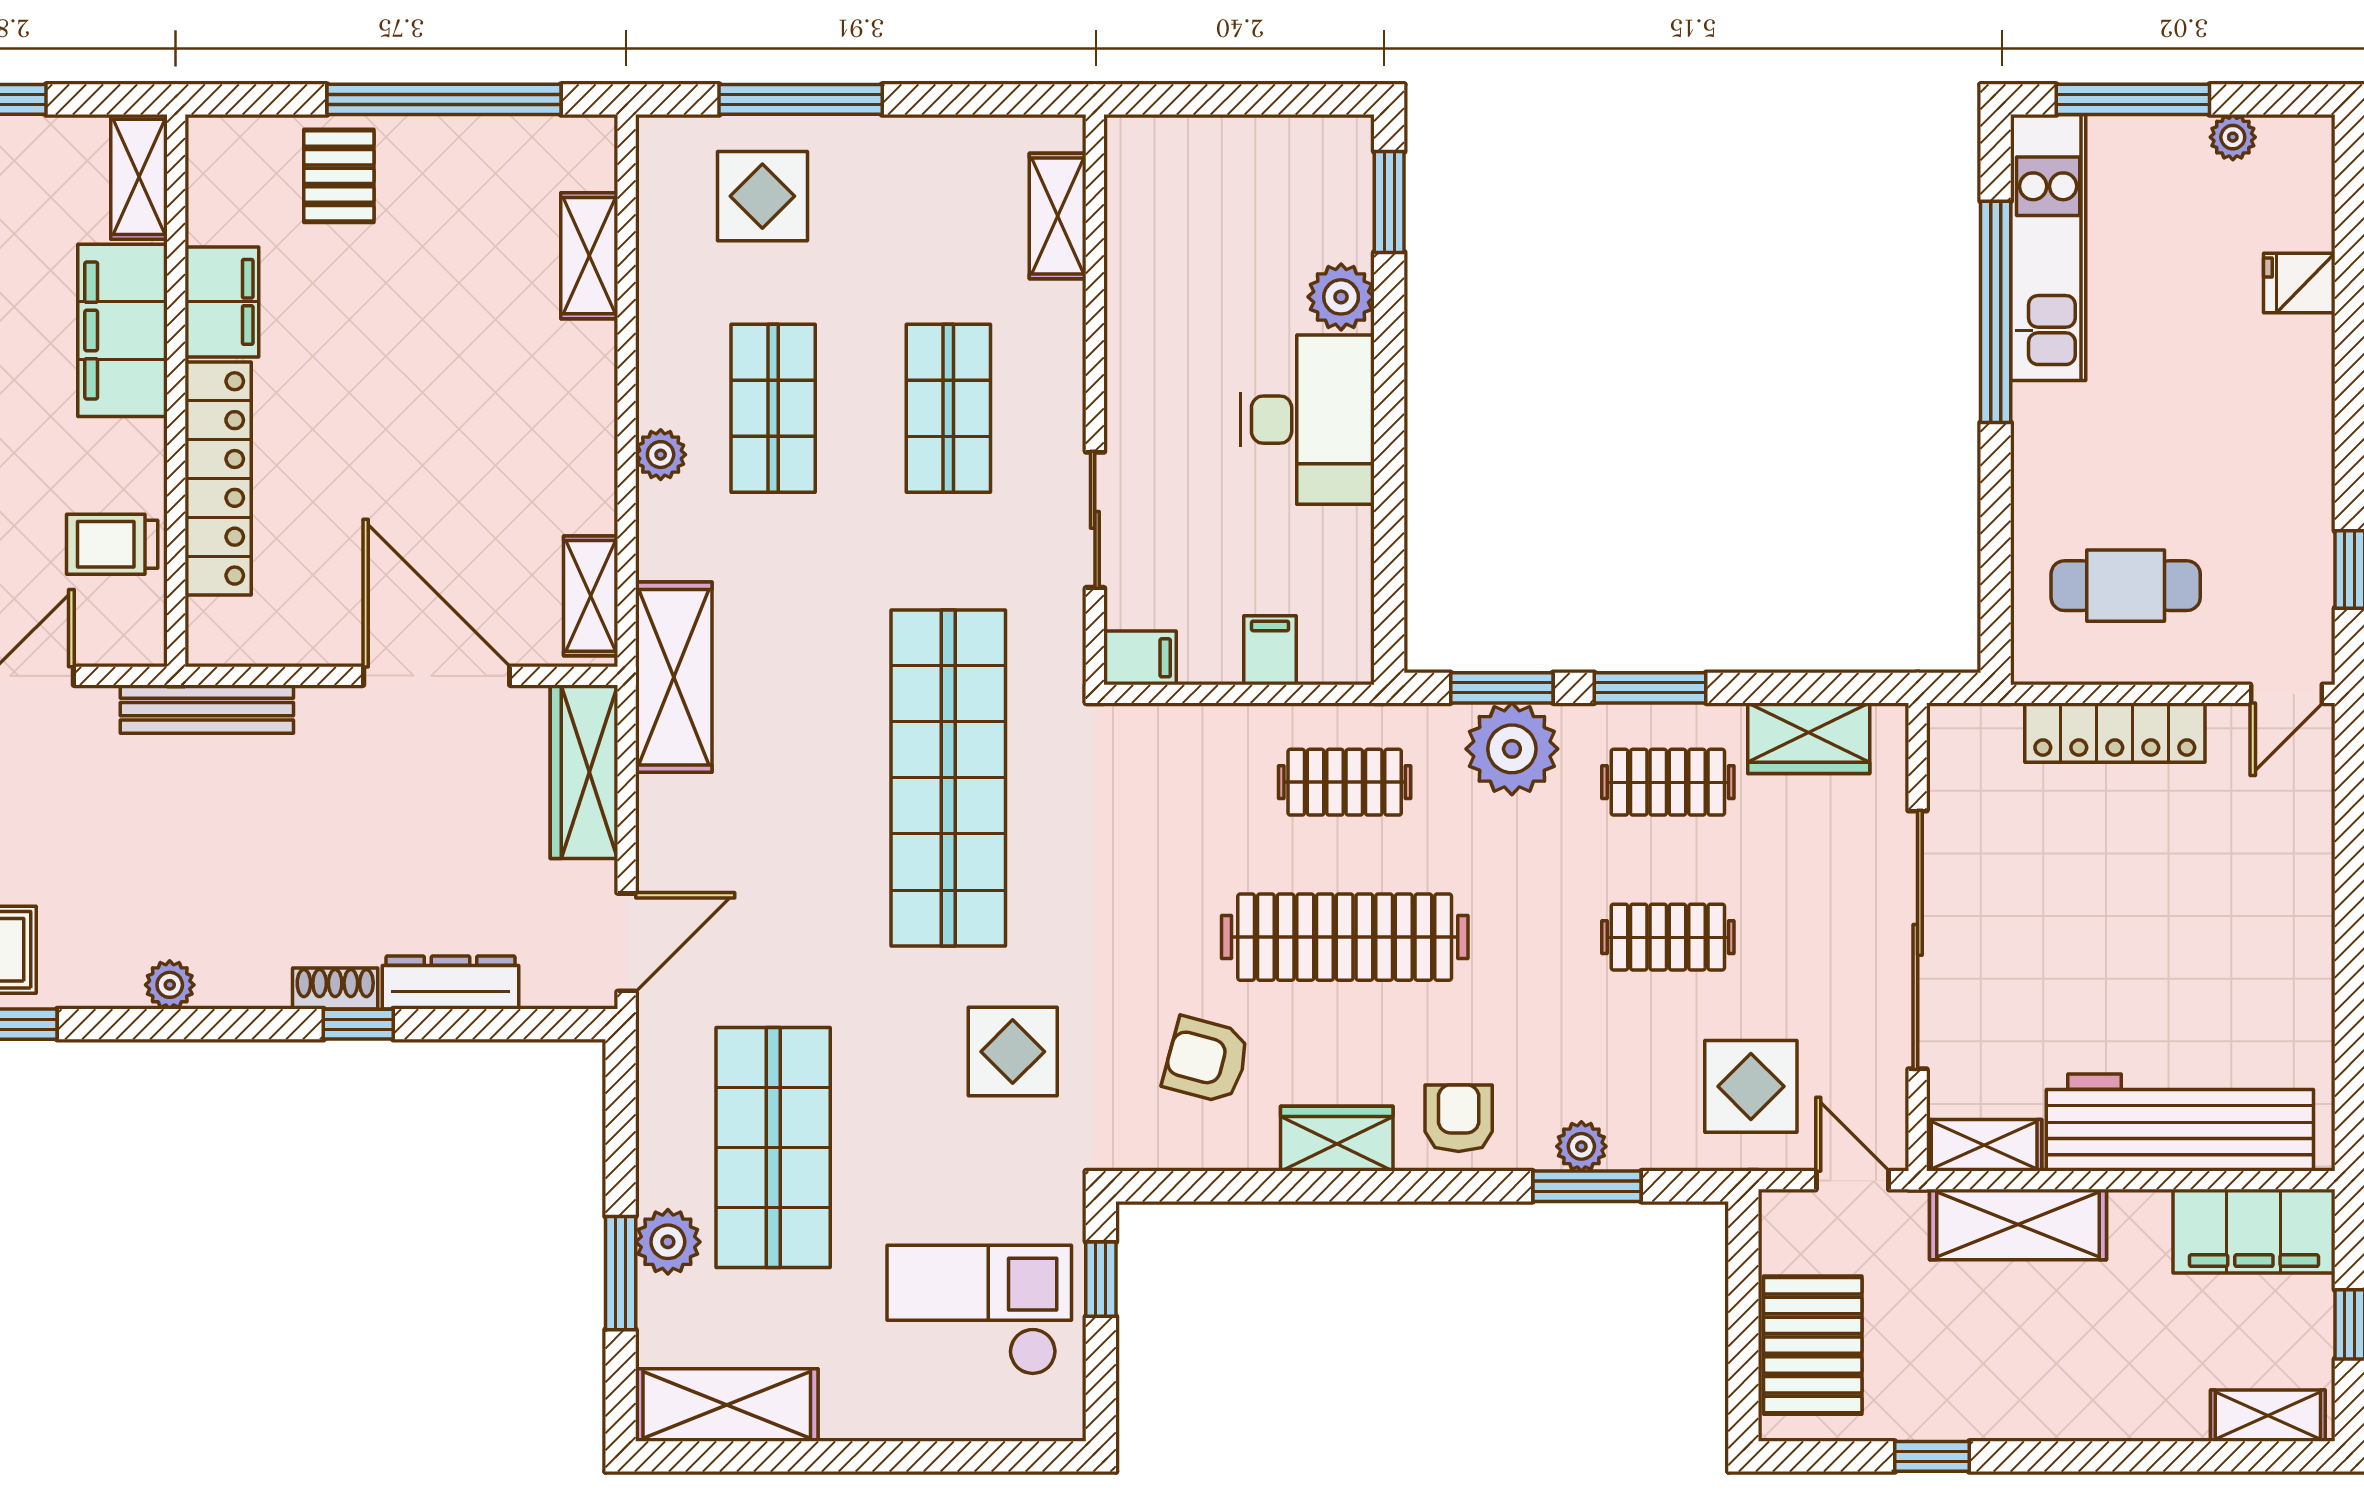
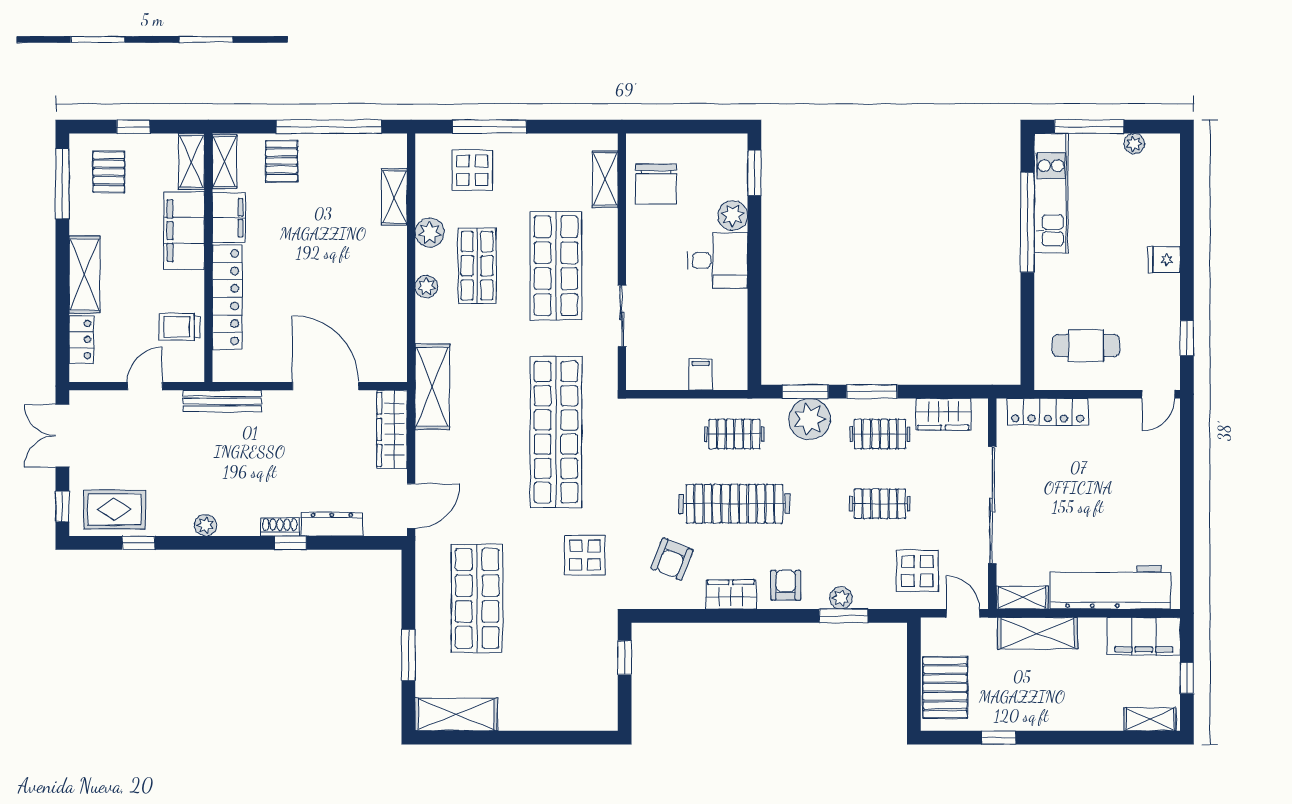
chair: (1170, 227) -> (656, 184), added
fridge: (2299, 283) -> (1164, 260), moved
shop shelf: (948, 408) -> (556, 266), width x1.43, depth x1.36
desk: (1308, 420) -> (718, 260), width x0.73
shelving: (591, 596) -> (225, 162), moved
filing cabinet: (1140, 658) -> (642, 378), removed
locker: (2115, 733) -> (1048, 412), moved
armchair: (1206, 1060) -> (672, 559), turned -83
plant: (668, 1242) -> (430, 233), moved
checkout: (979, 1310) -> (570, 672), removed

